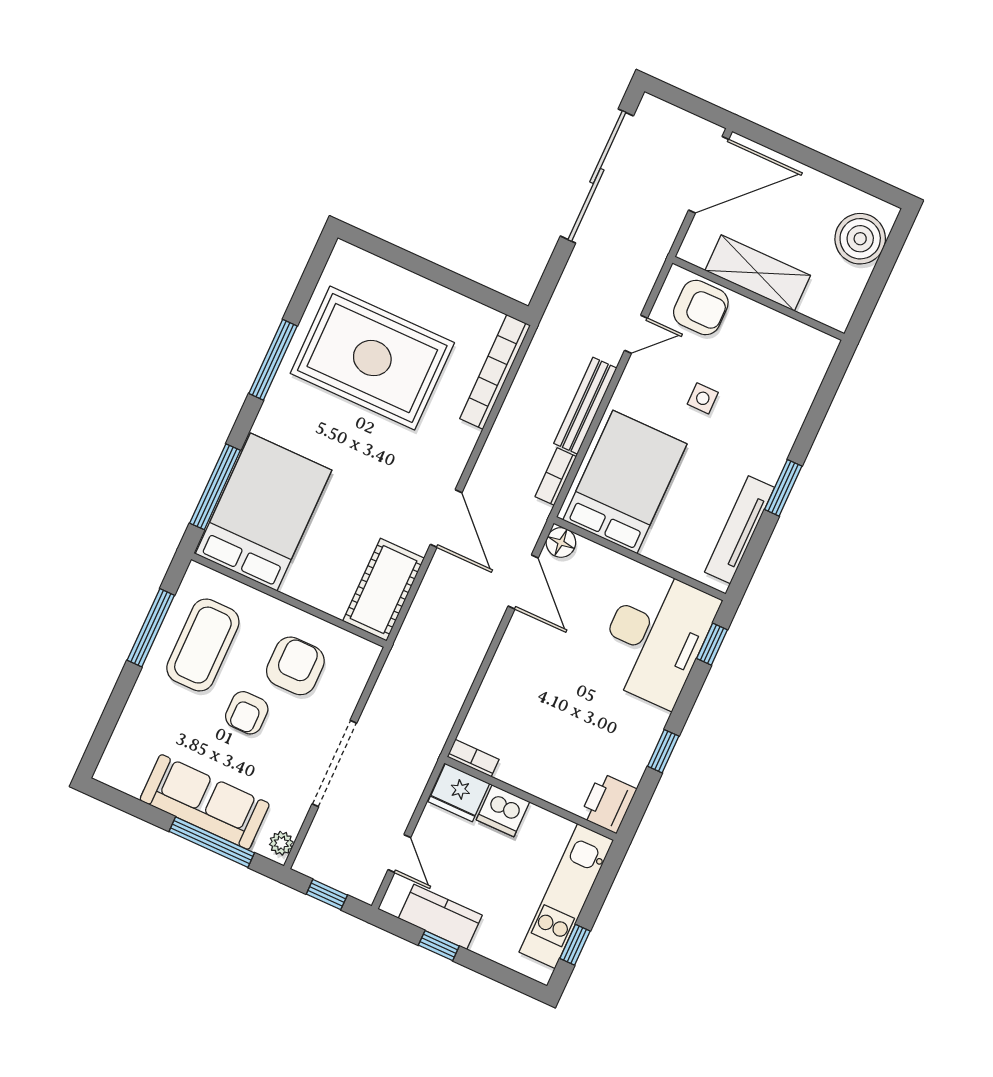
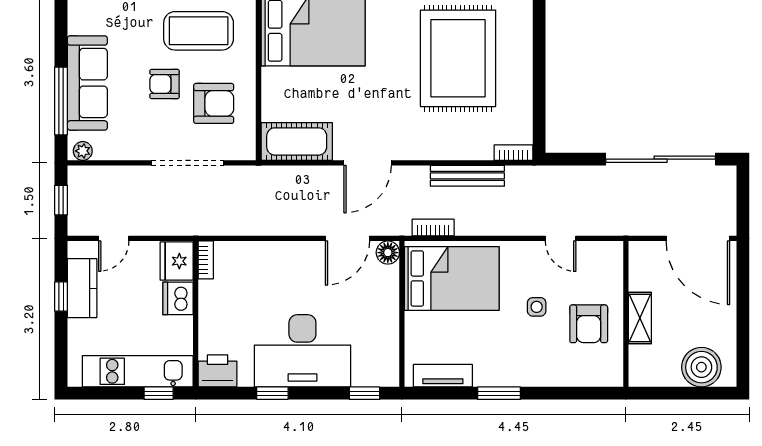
shelving: (758, 273) -> (640, 318), width x0.67, depth x0.75
armchair: (701, 308) -> (589, 324), moved
bookcase: (495, 372) -> (513, 153), width x0.43, depth x0.76
bench: (585, 406) -> (467, 176), moved
tv unit: (739, 530) -> (443, 376), width x0.71
desk: (656, 637) -> (302, 351), moved
doorway: (334, 764) -> (188, 163), moved
window: (575, 945) -> (159, 393), moved

